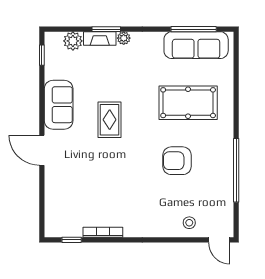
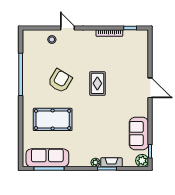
plant: (73, 41) -> (142, 161), moved
sofa: (59, 105) -> (139, 134), moved
rug: (110, 120) -> (97, 83), moved
armchair: (177, 161) -> (60, 81), turned -59
door: (219, 240) -> (68, 28), moved

